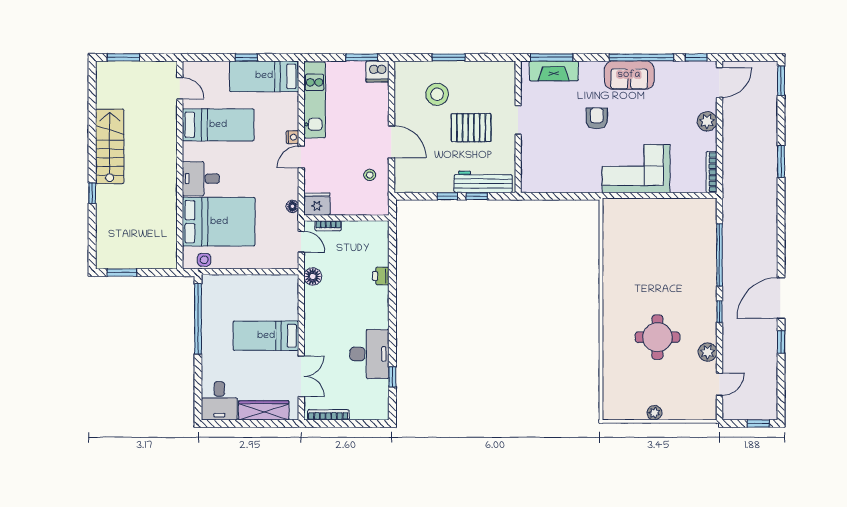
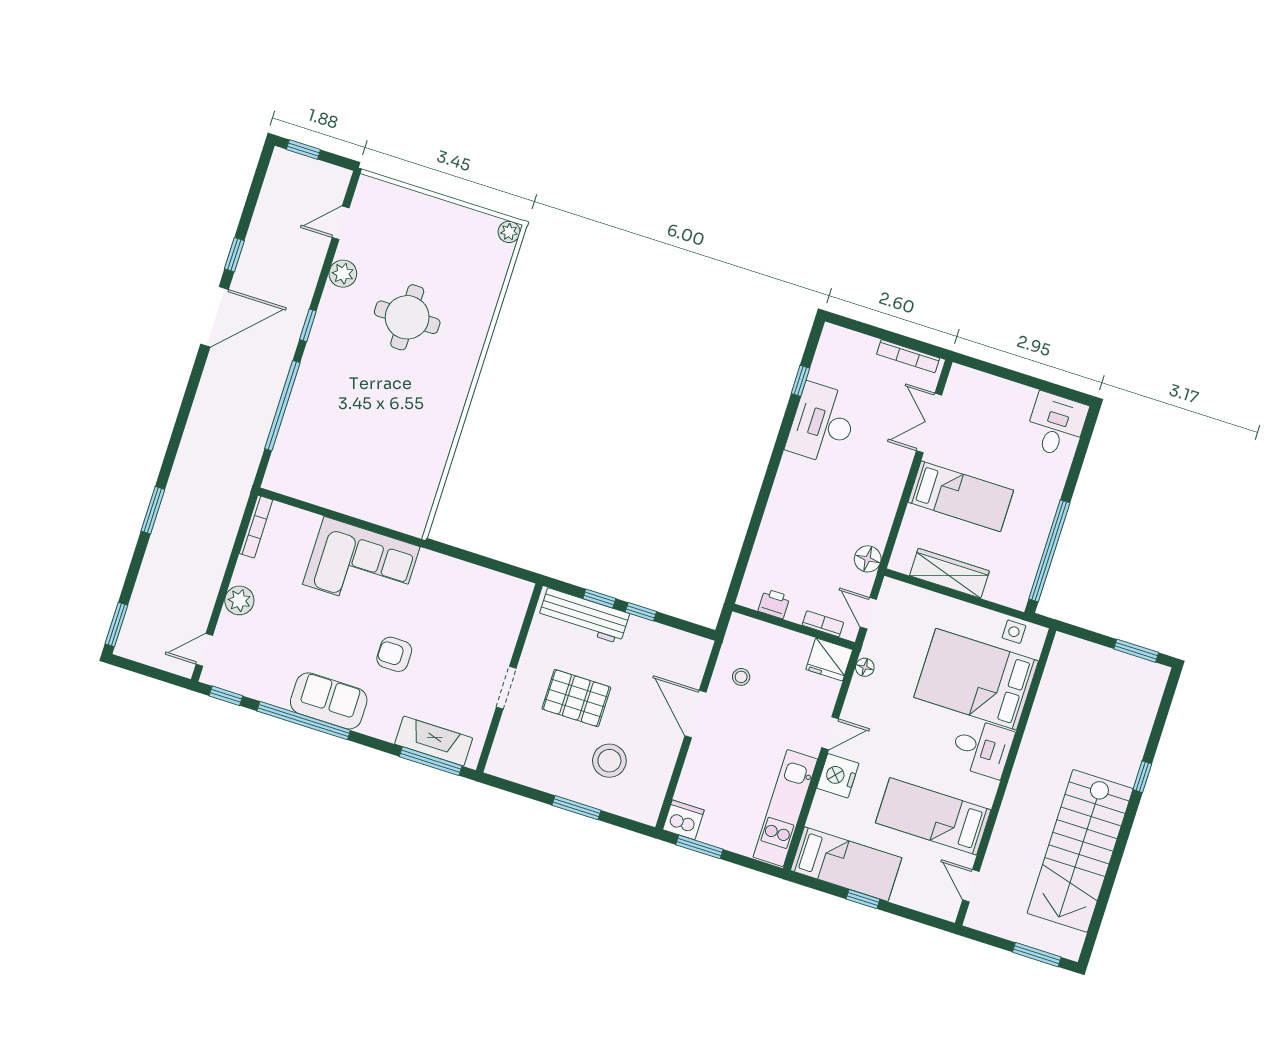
door: (719, 82) -> (204, 650), width x0.73
armchair: (597, 118) -> (394, 654), turned 90
nightstand: (292, 137) -> (838, 776), width x1.89, depth x1.79
stairs: (110, 146) -> (1080, 851), width x1.36, depth x1.51
printer: (381, 276) -> (774, 604), moved, turned -90
wardrobe: (264, 410) -> (949, 573), moved, turned 180
plant: (654, 413) -> (509, 232), moved

